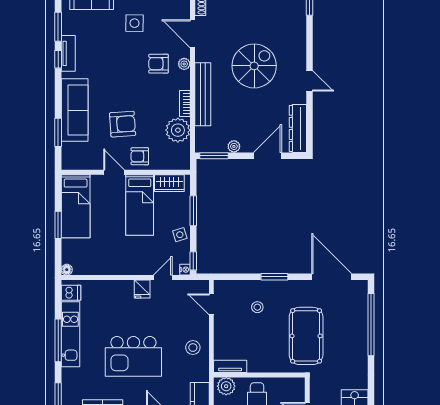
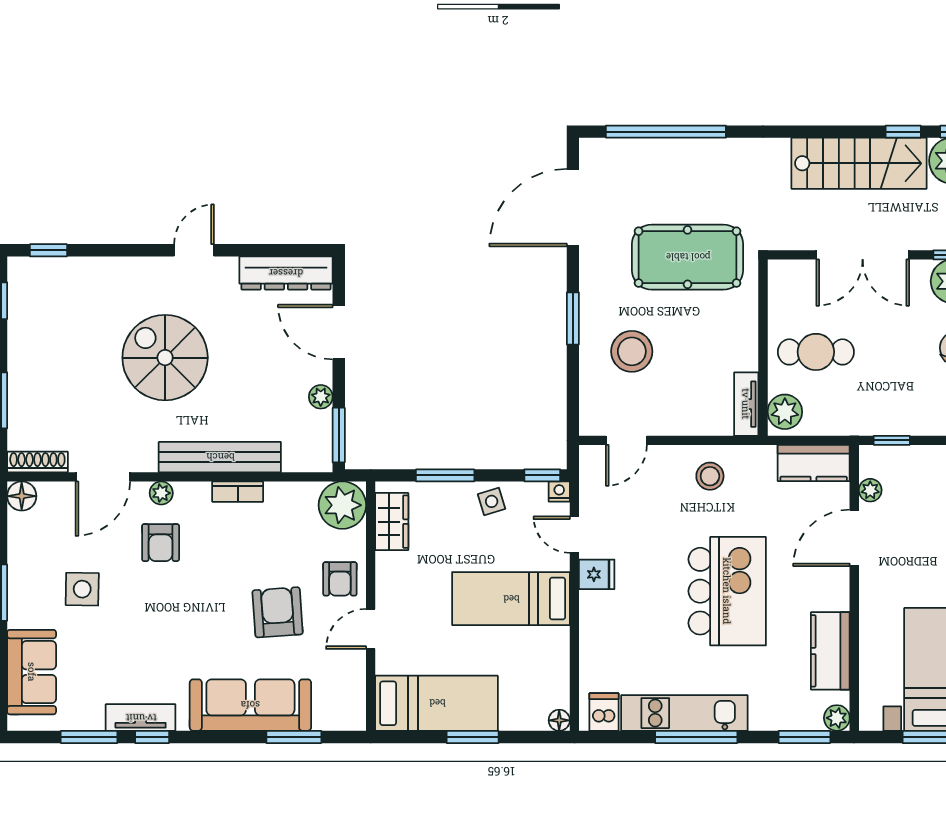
plant: (178, 130) -> (342, 505), moved
bed: (140, 205) -> (511, 599), moved, turned 180
stool: (257, 307) -> (632, 351), width x1.89, depth x1.89

